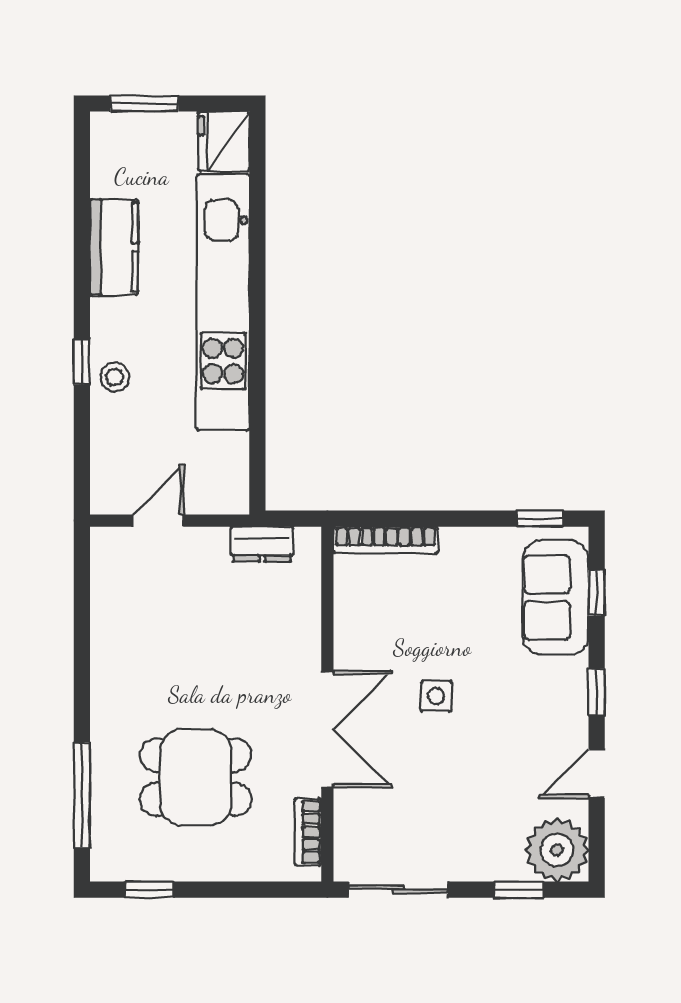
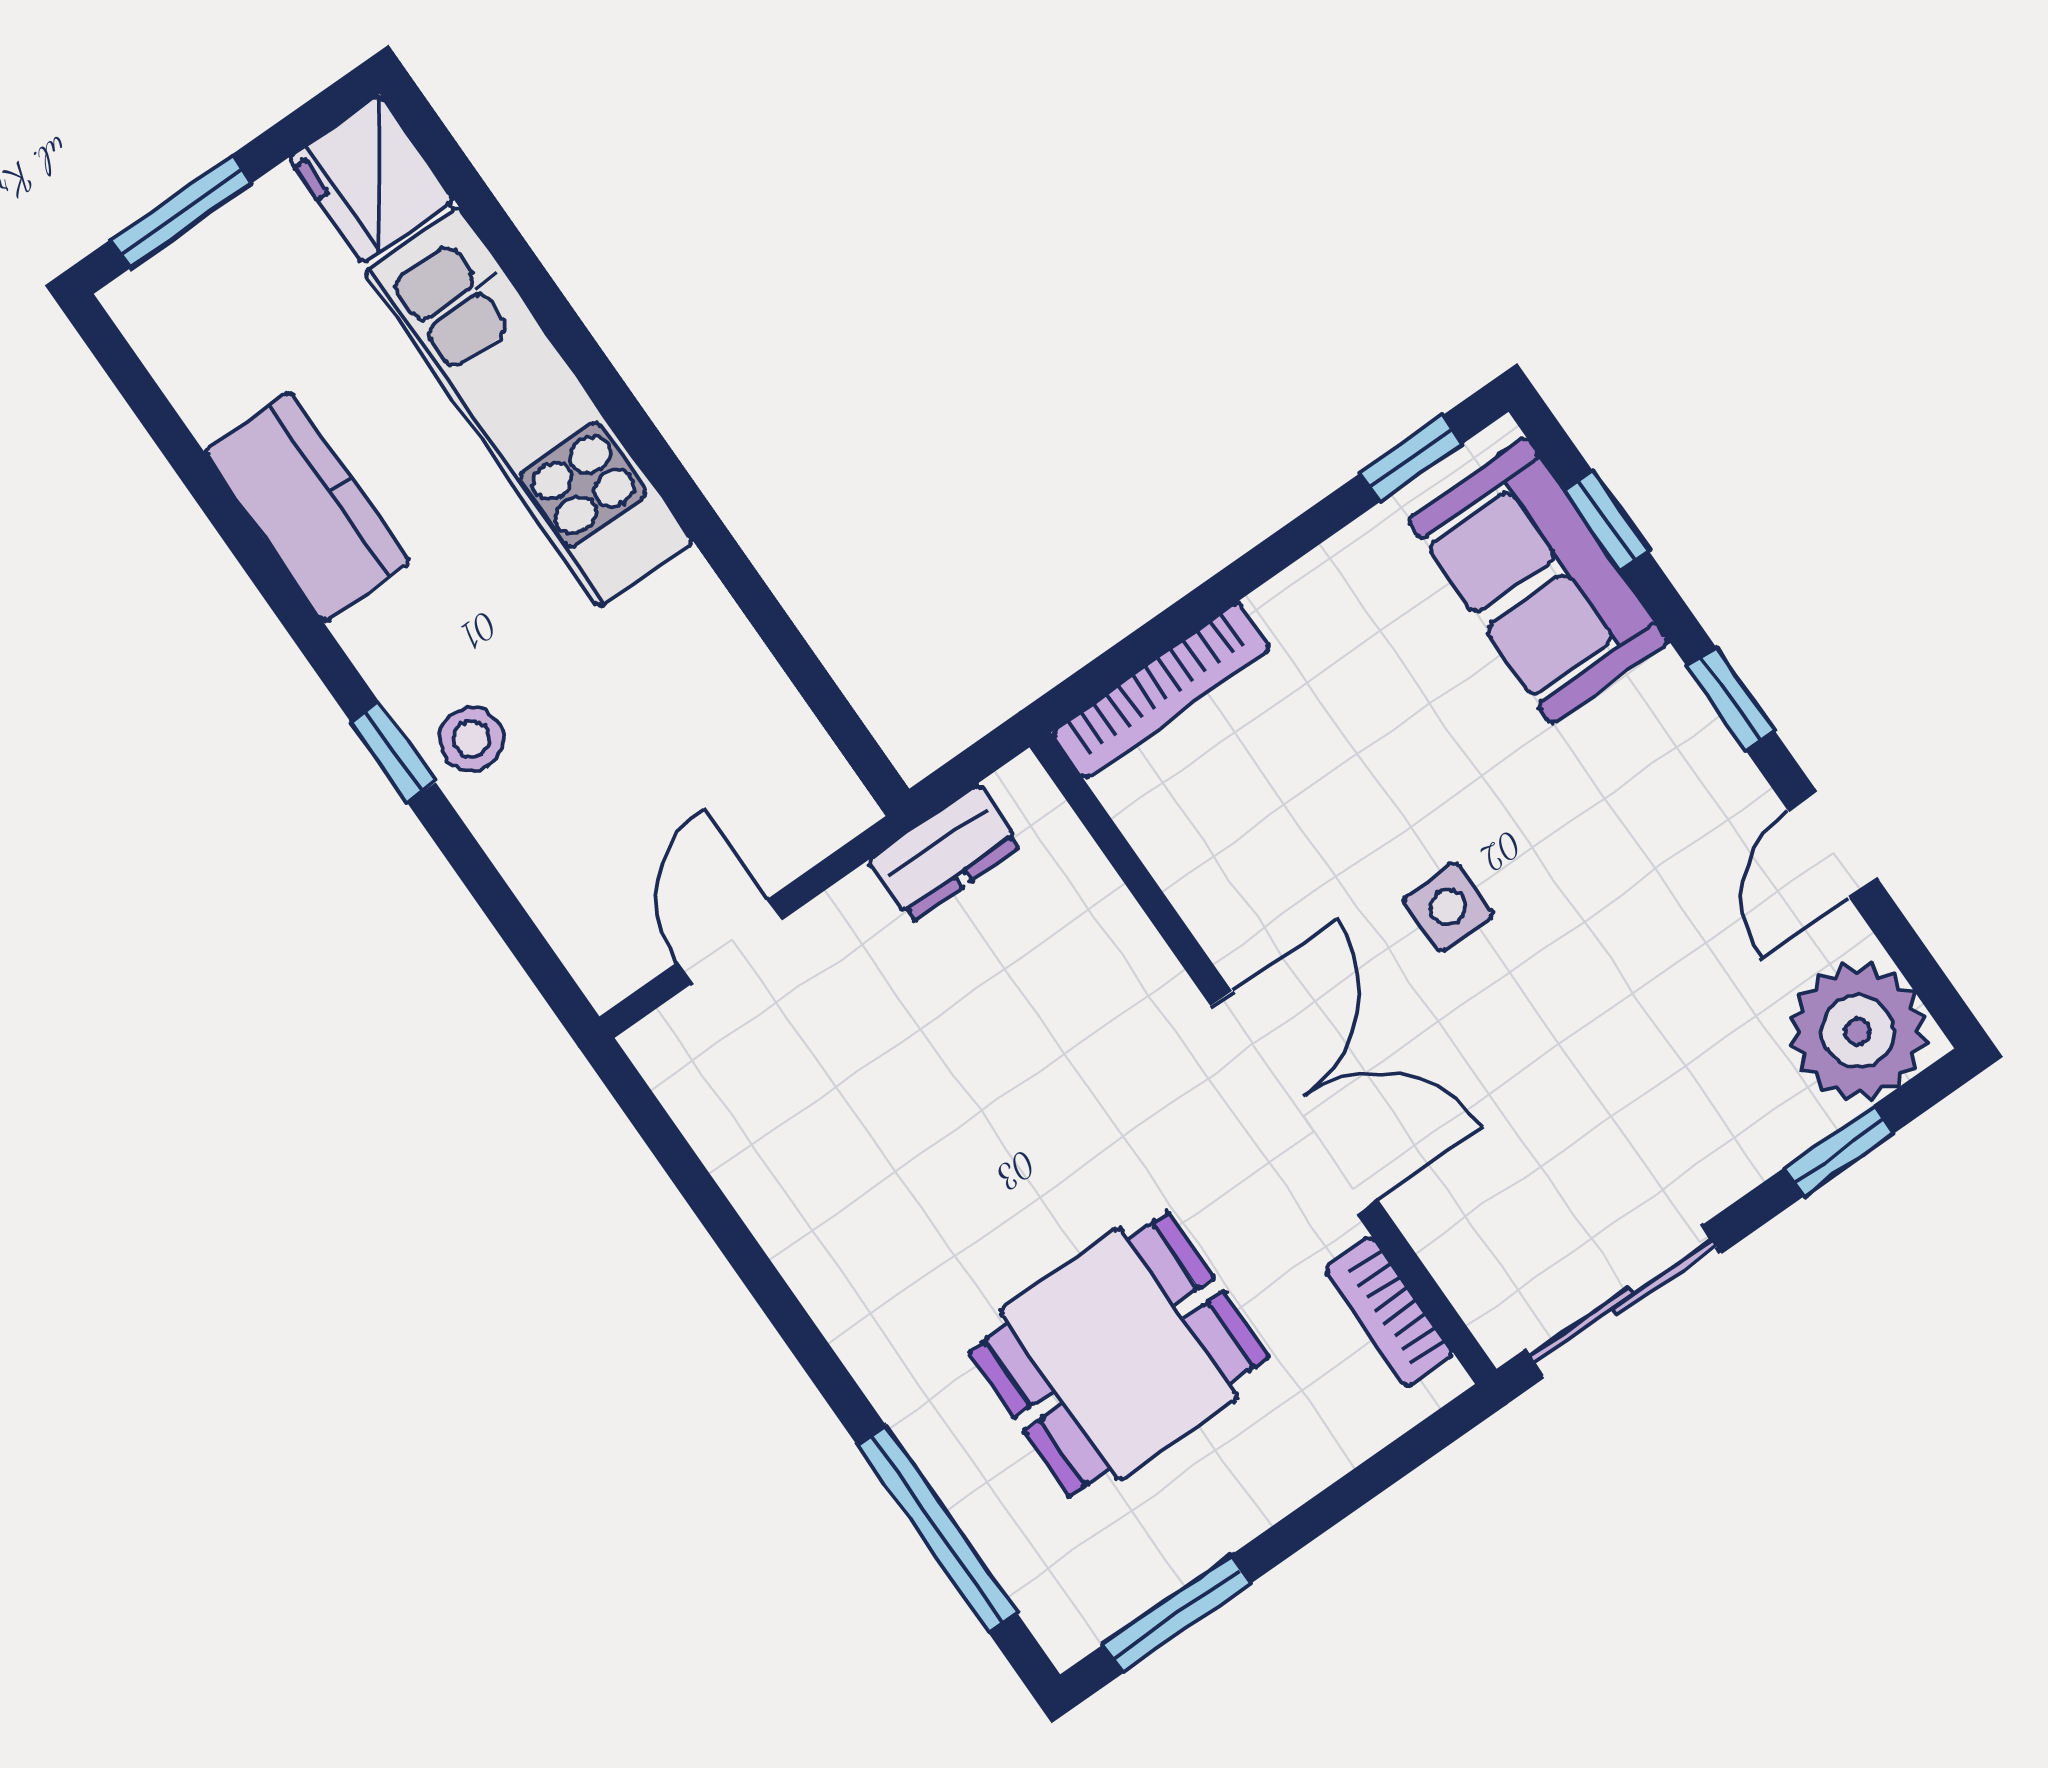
kitchen unit: (223, 302) -> (529, 407), width x0.73
window: (149, 890) -> (1177, 1614), width x1.50

